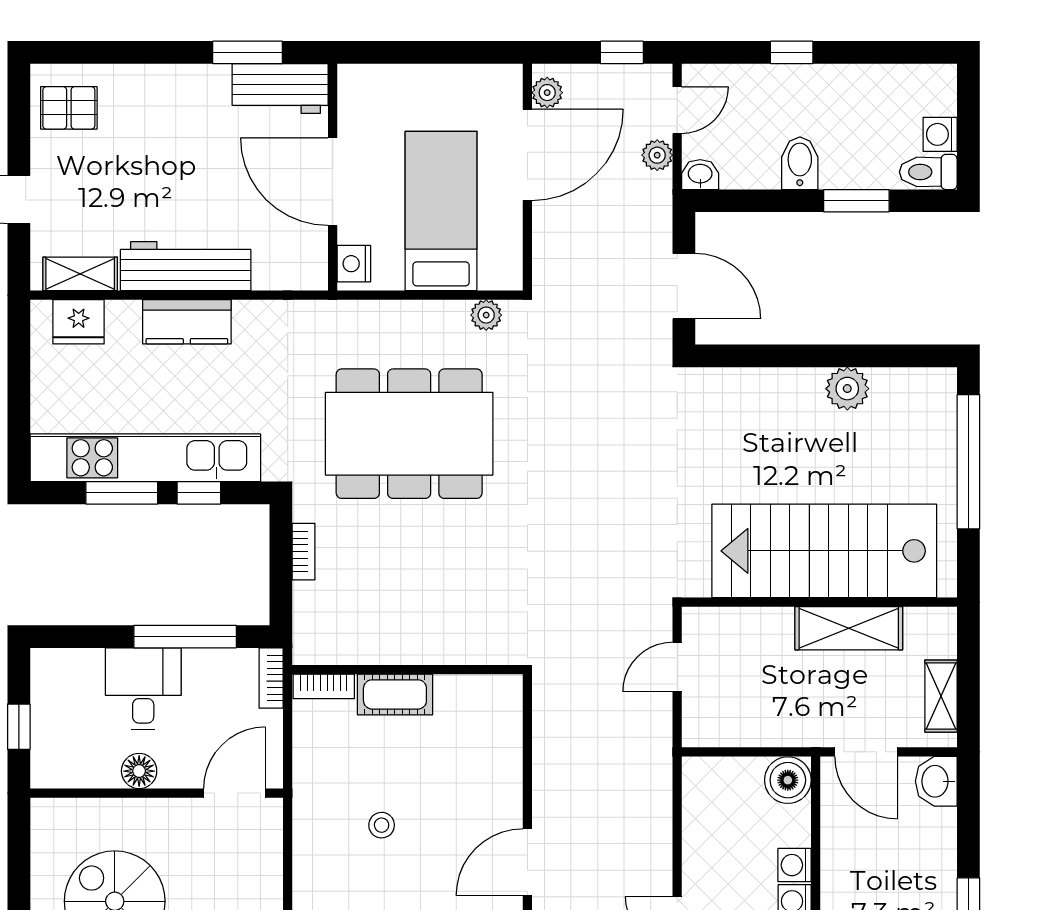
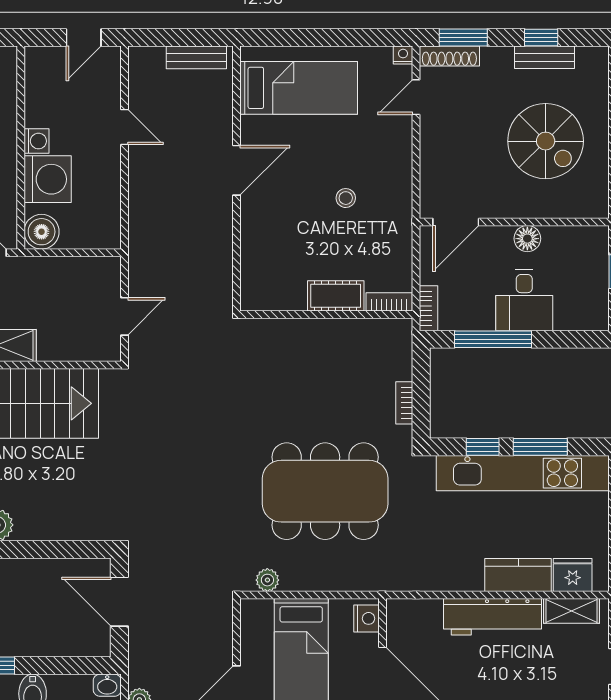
kitchen counter: (187, 322) -> (518, 575), moved
washing machine: (795, 865) -> (48, 179), width x1.89, depth x1.89

